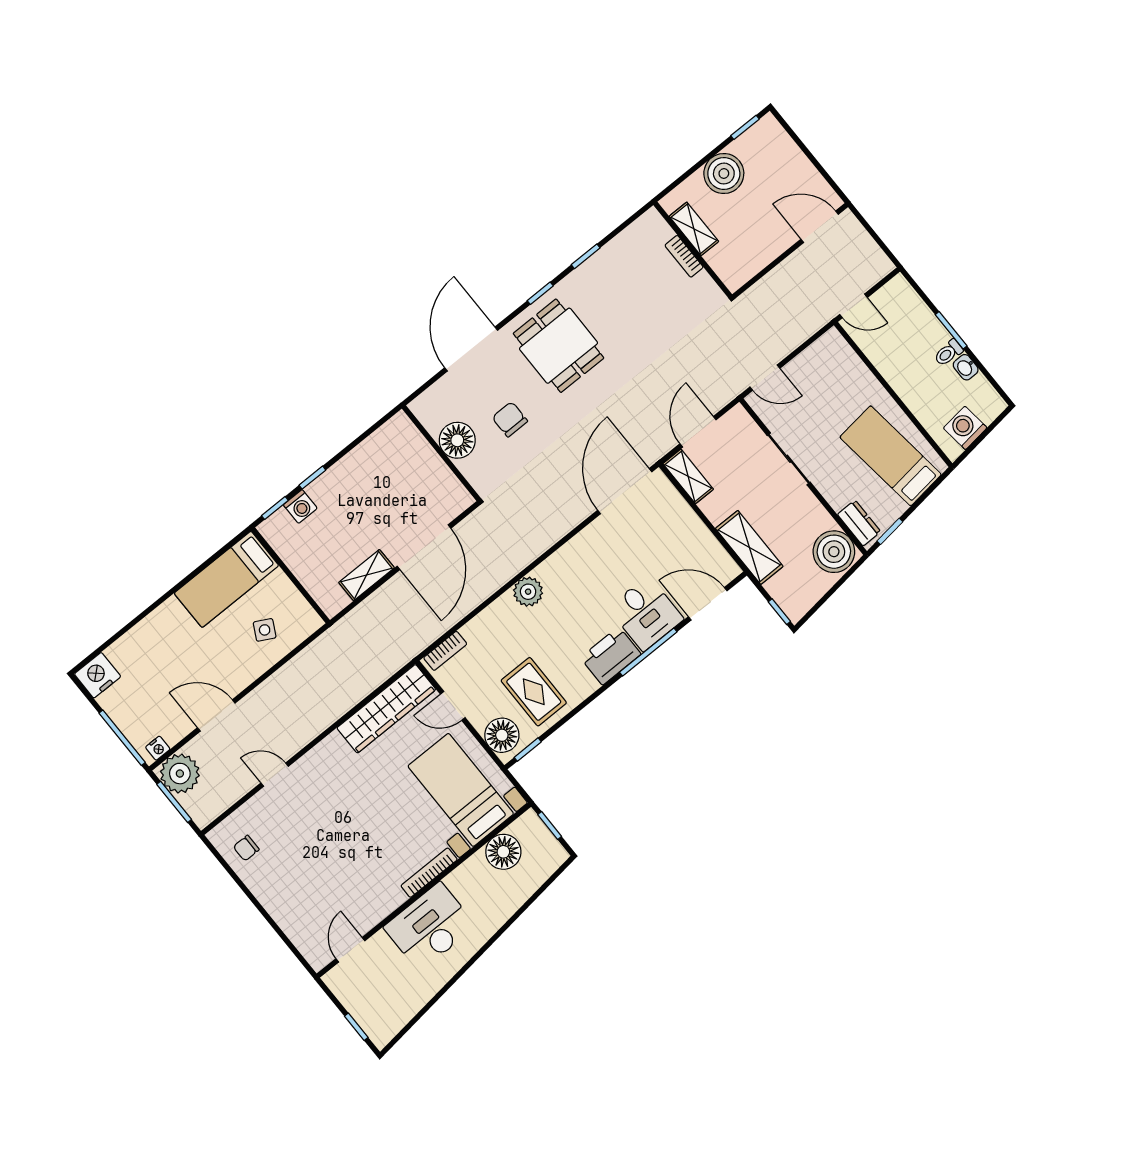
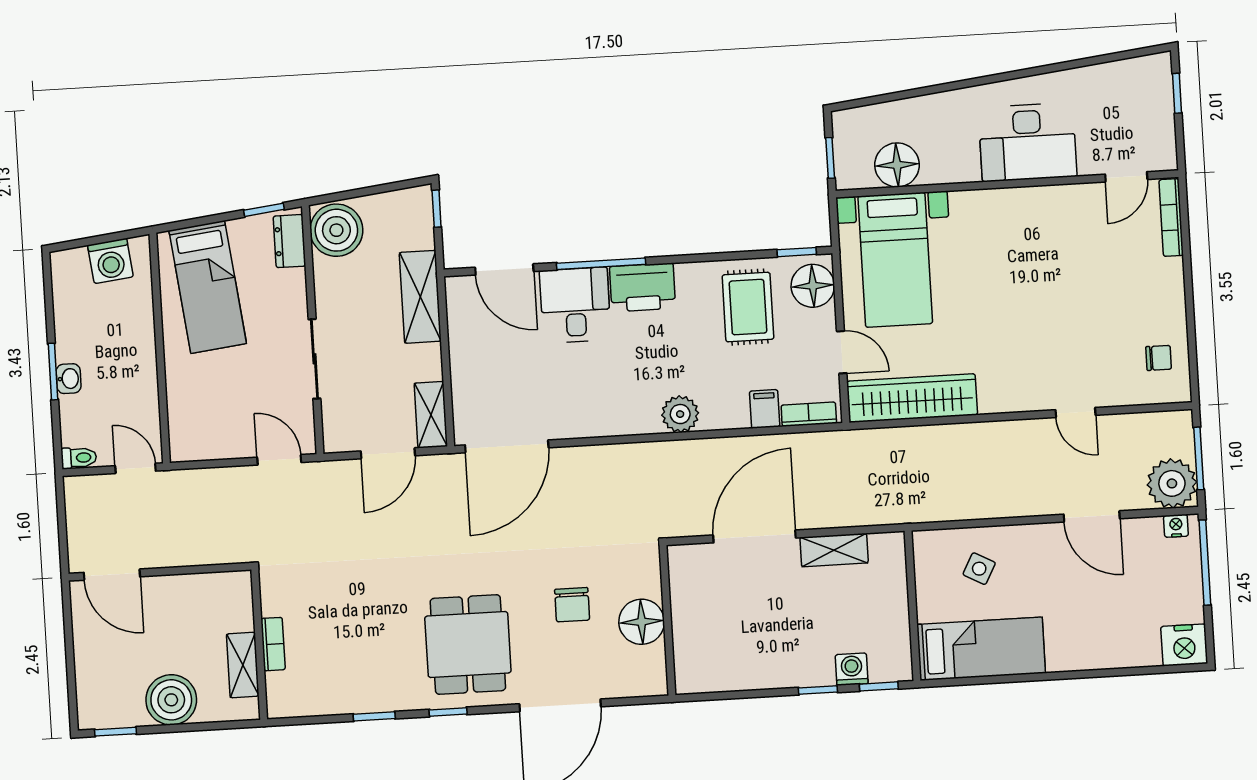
toilet: (948, 353) -> (79, 458), moved
washbasin: (966, 367) -> (69, 379), moved
filing cabinet: (476, 634) -> (765, 409), added
bookcase: (429, 873) -> (1171, 218), moved, turned 90

